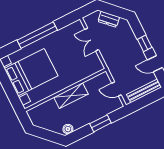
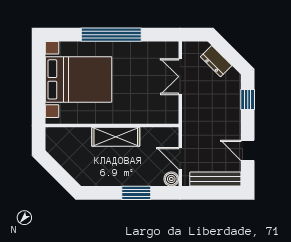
window: (145, 43) -> (248, 99), moved
boiler: (68, 129) -> (171, 179), moved

